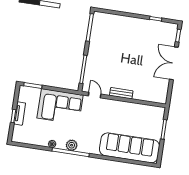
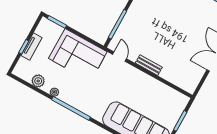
plant: (72, 145) -> (38, 81), moved

